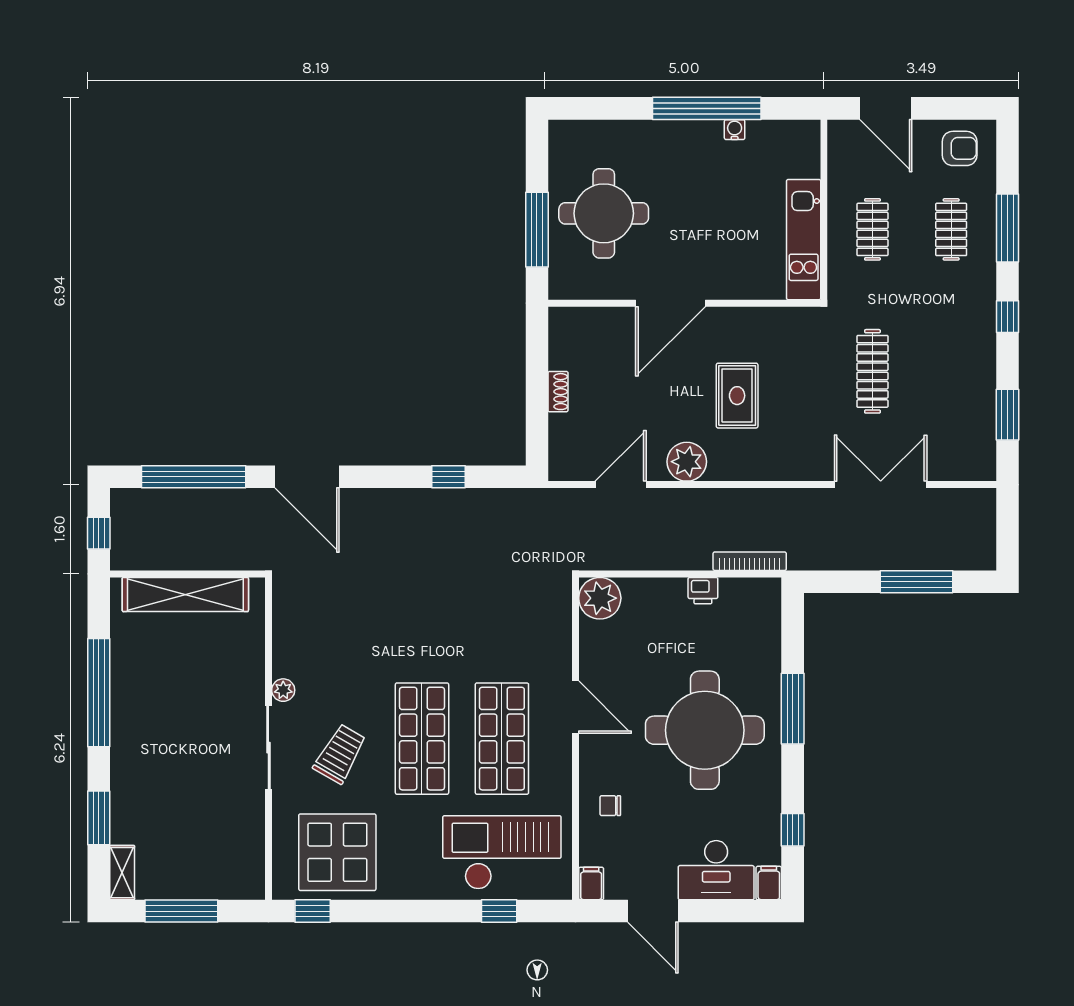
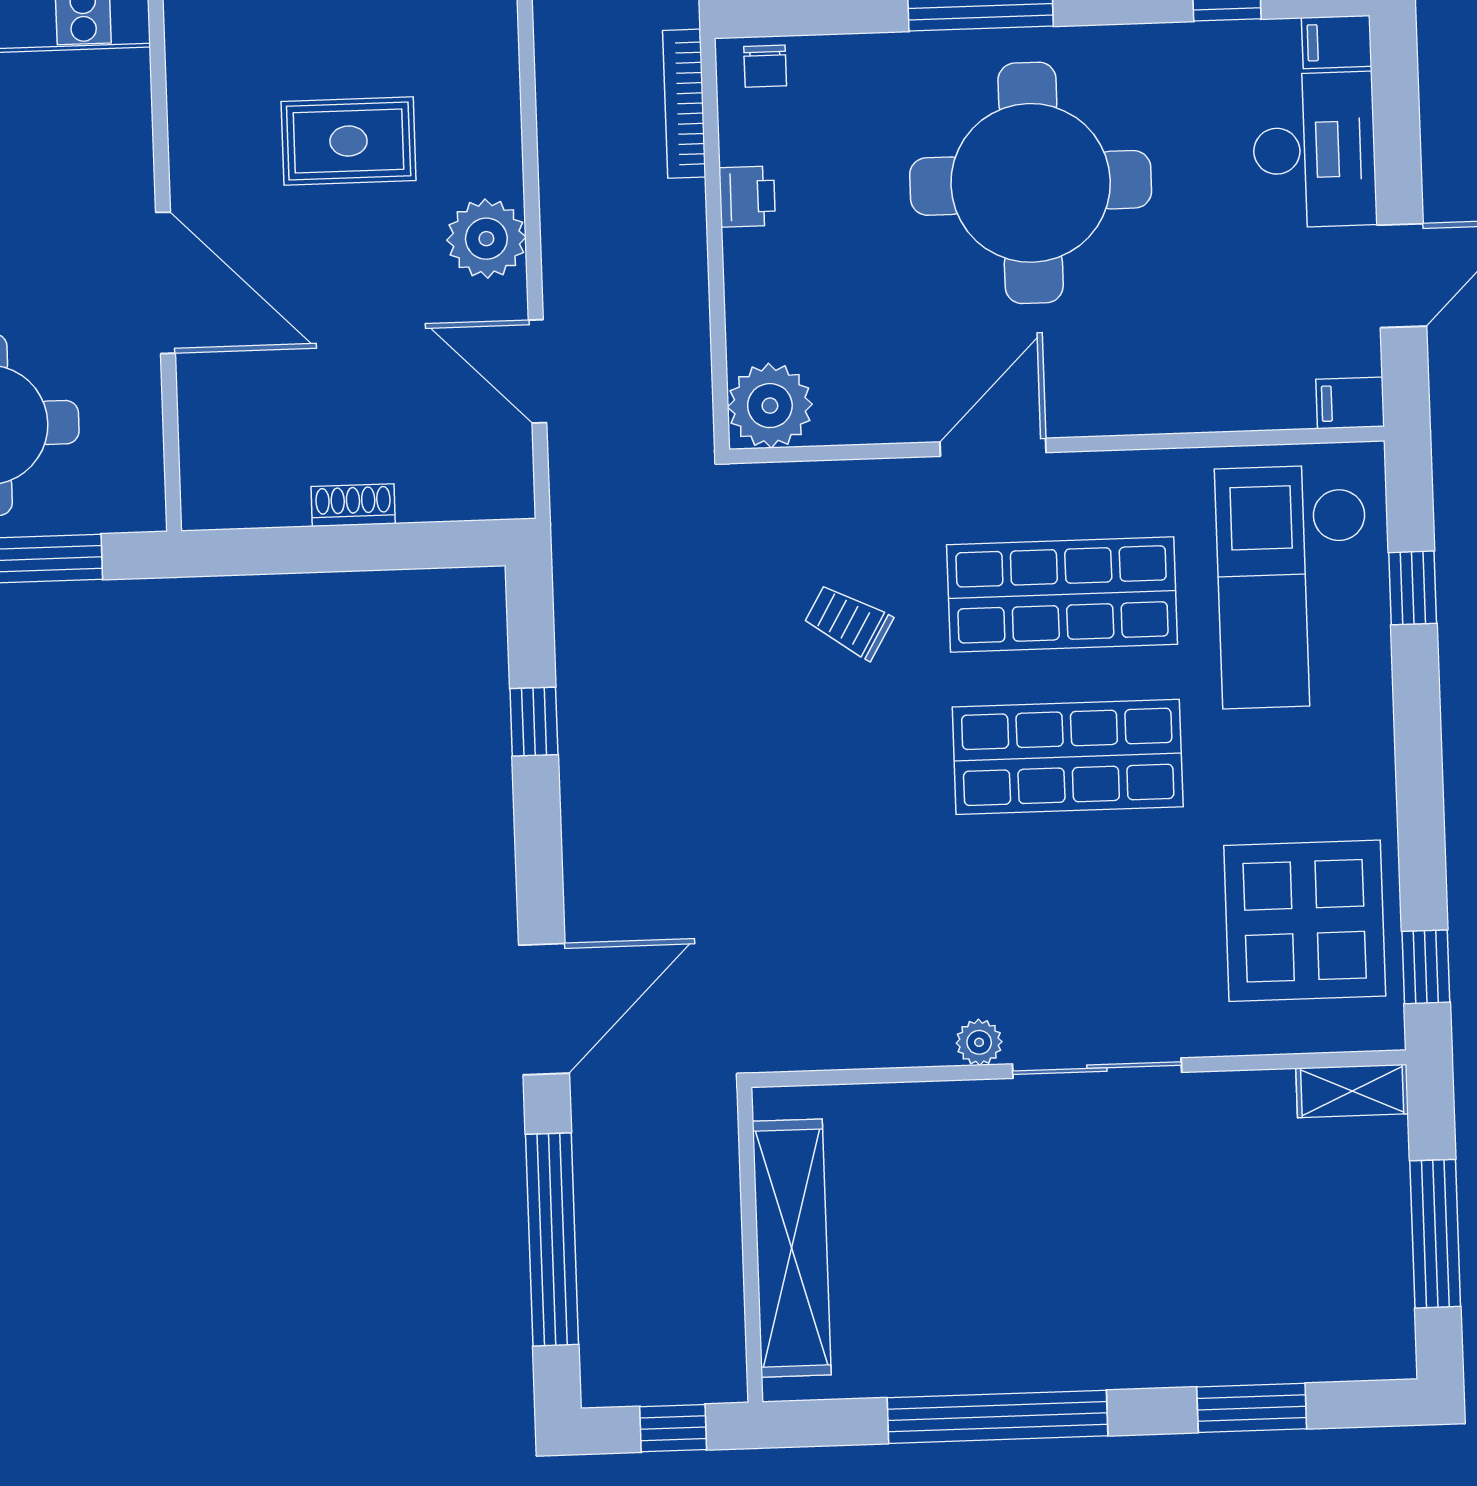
trolley: (340, 754) -> (848, 622), moved, width x0.73, depth x0.72
chair: (610, 806) -> (765, 66), moved
shelving: (122, 873) -> (1352, 1091), moved

